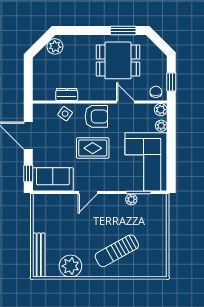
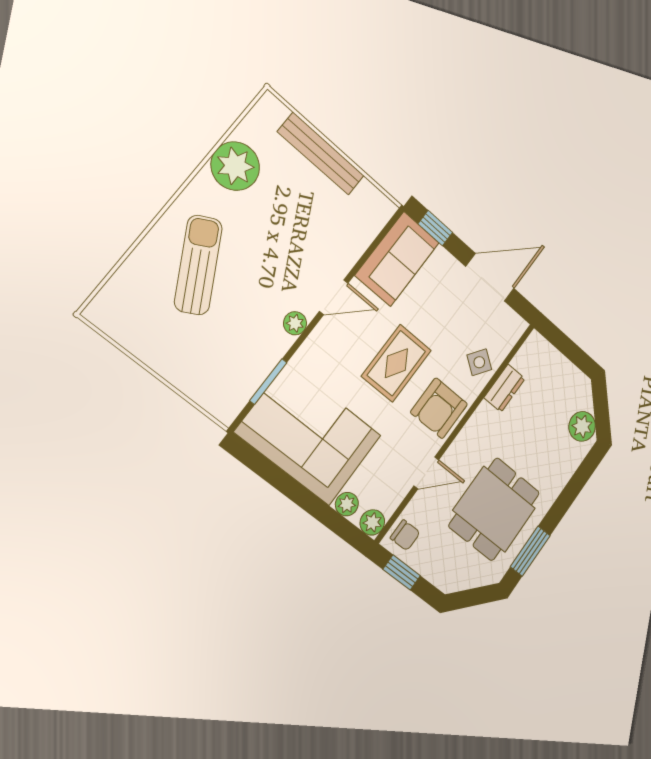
door: (88, 192) -> (334, 297), swing flipped
plant: (131, 199) -> (295, 323), moved
bench: (39, 255) -> (321, 154), moved

